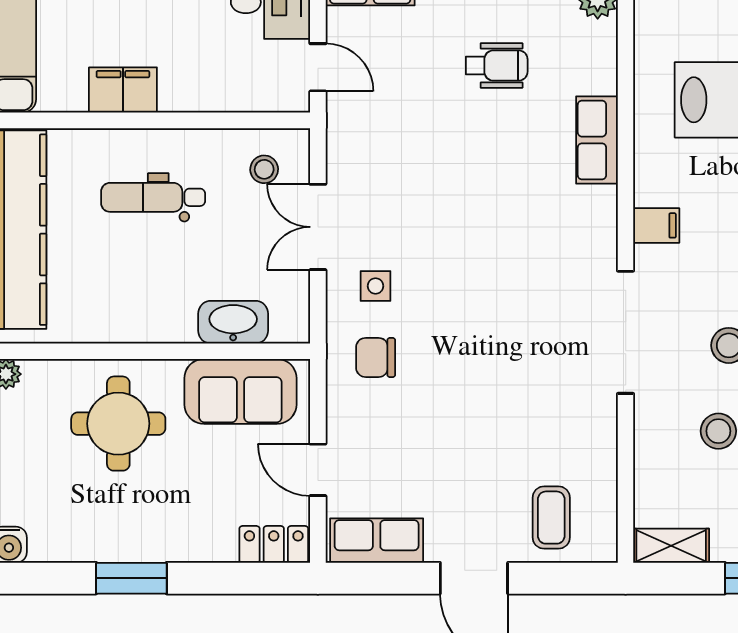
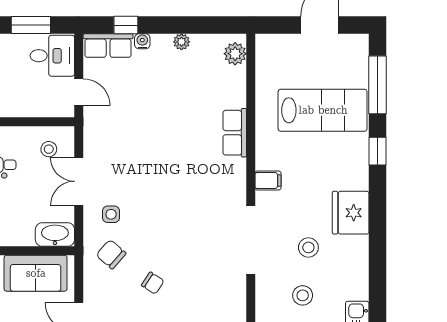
wheelchair: (497, 66) -> (179, 91), removed
washbasin: (233, 322) -> (55, 234), moved
chair: (376, 357) -> (111, 254), turned 41
chair: (450, 409) -> (153, 283), added

